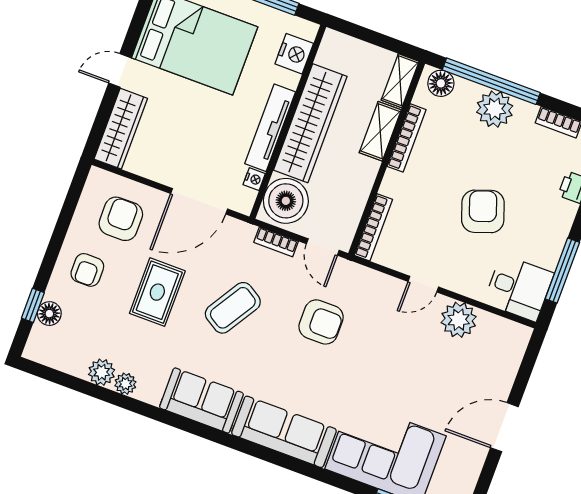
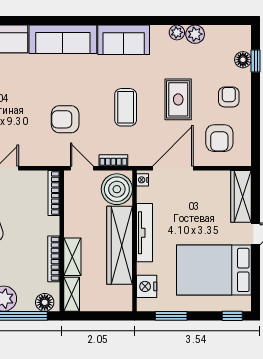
nightstand: (254, 179) -> (143, 180), moved
coffee table: (233, 308) -> (126, 107), turned -32

